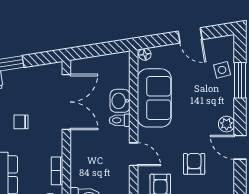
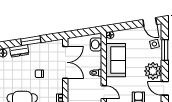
door: (190, 35) -> (150, 22), moved
washbasin: (120, 101) -> (96, 44), moved
plant: (227, 124) -> (153, 71), width x1.88, depth x1.88

